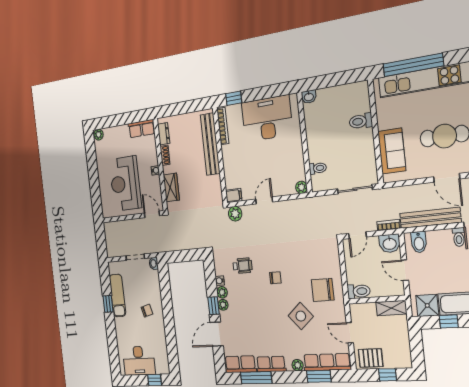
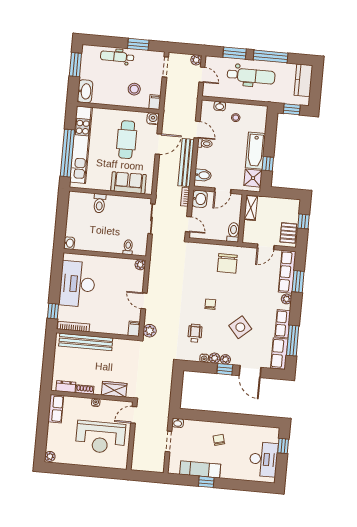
side table: (301, 316) -> (240, 327), moved

